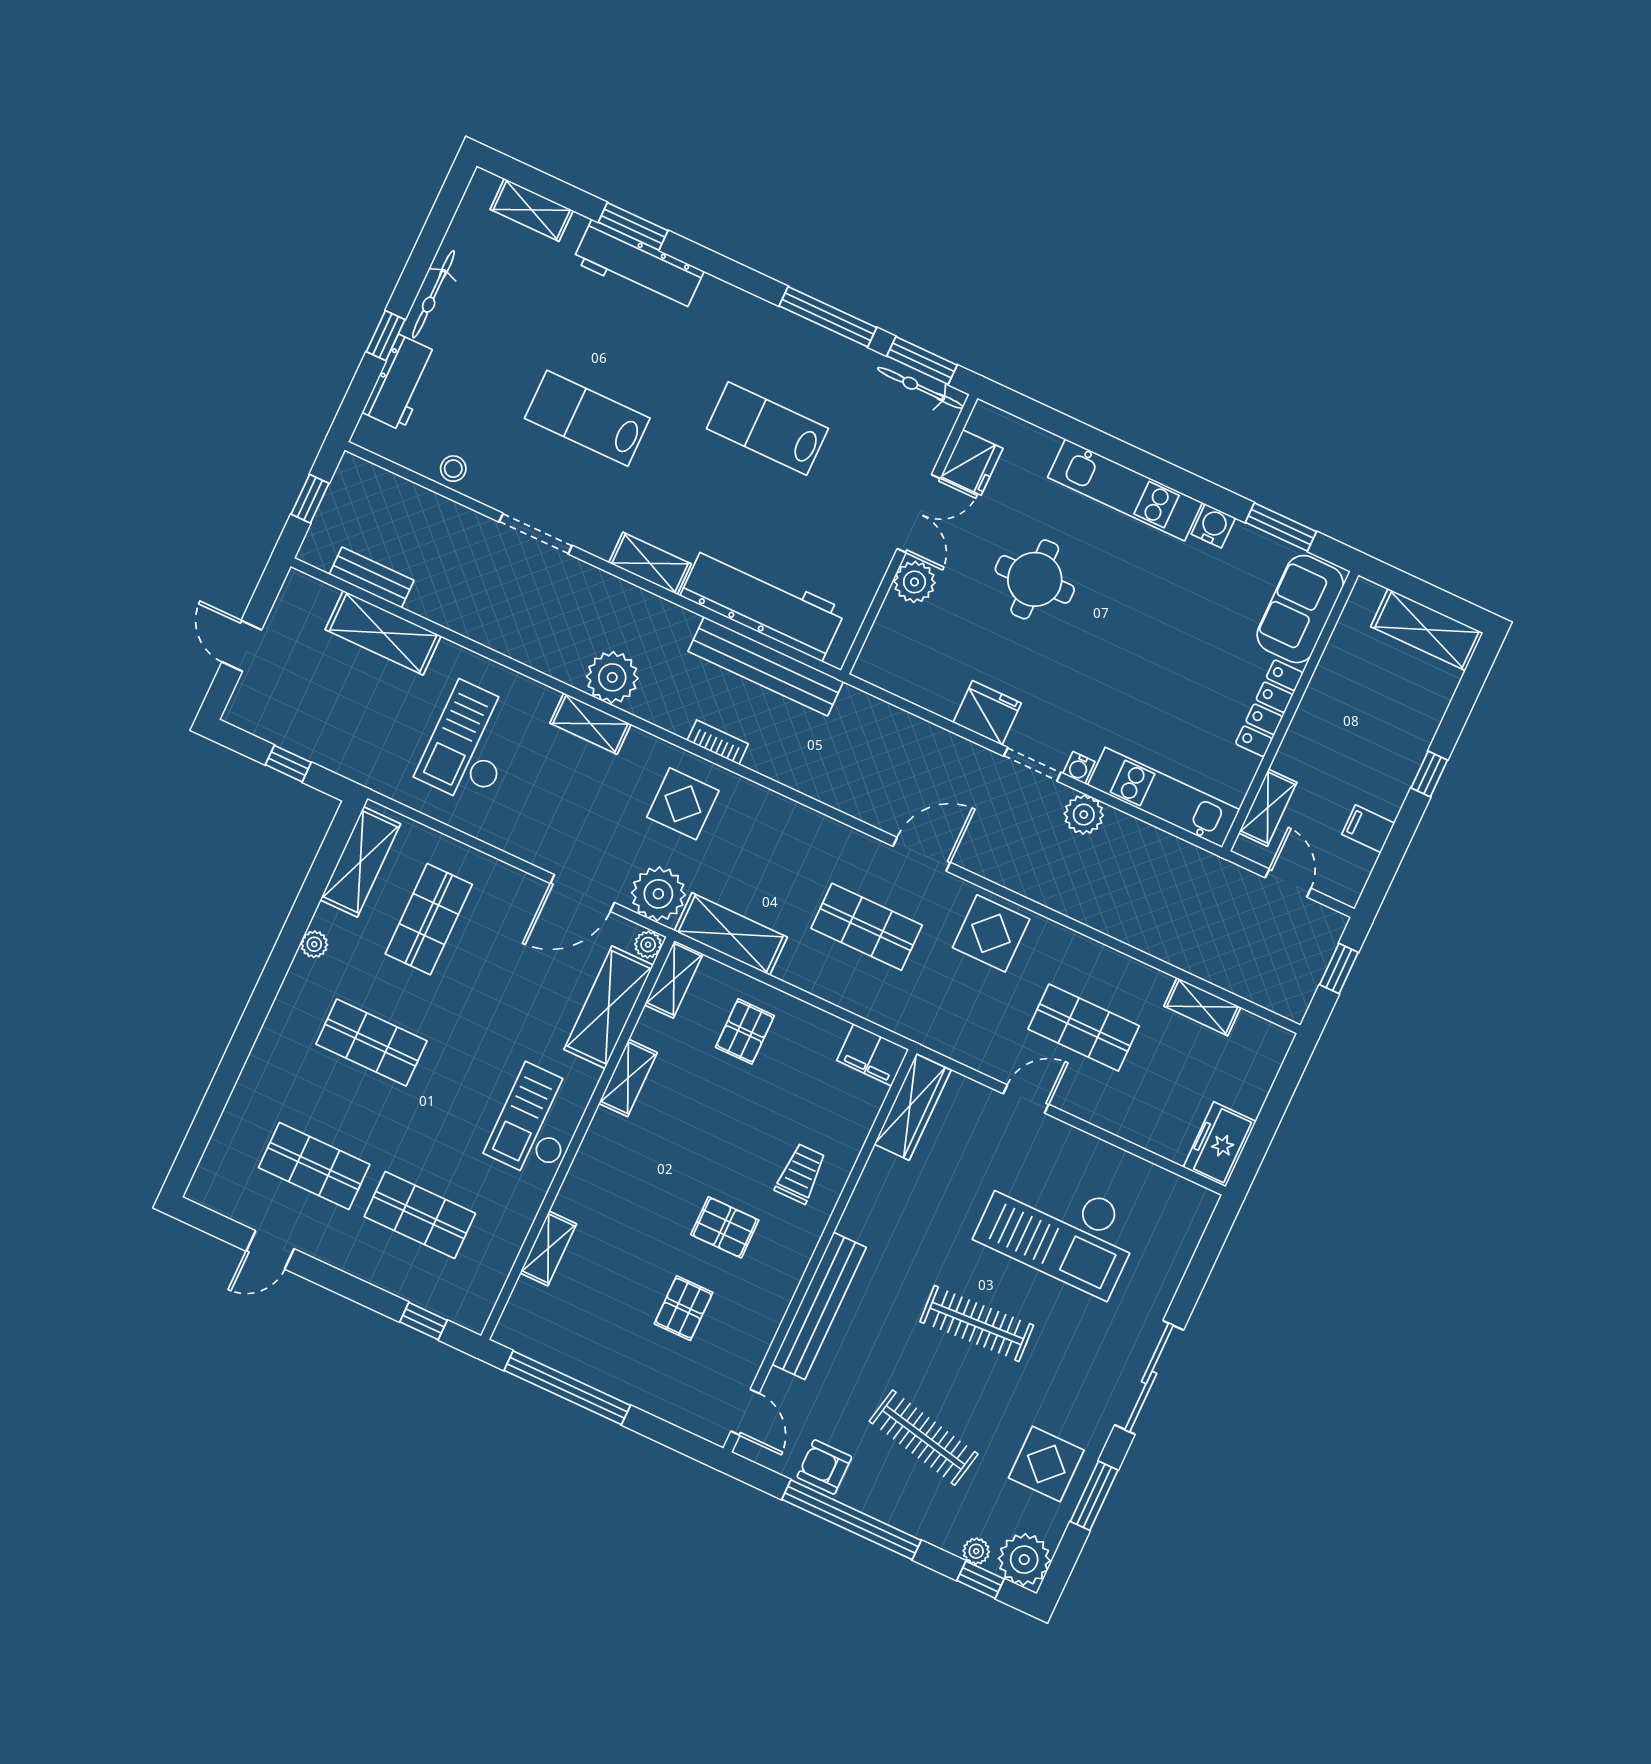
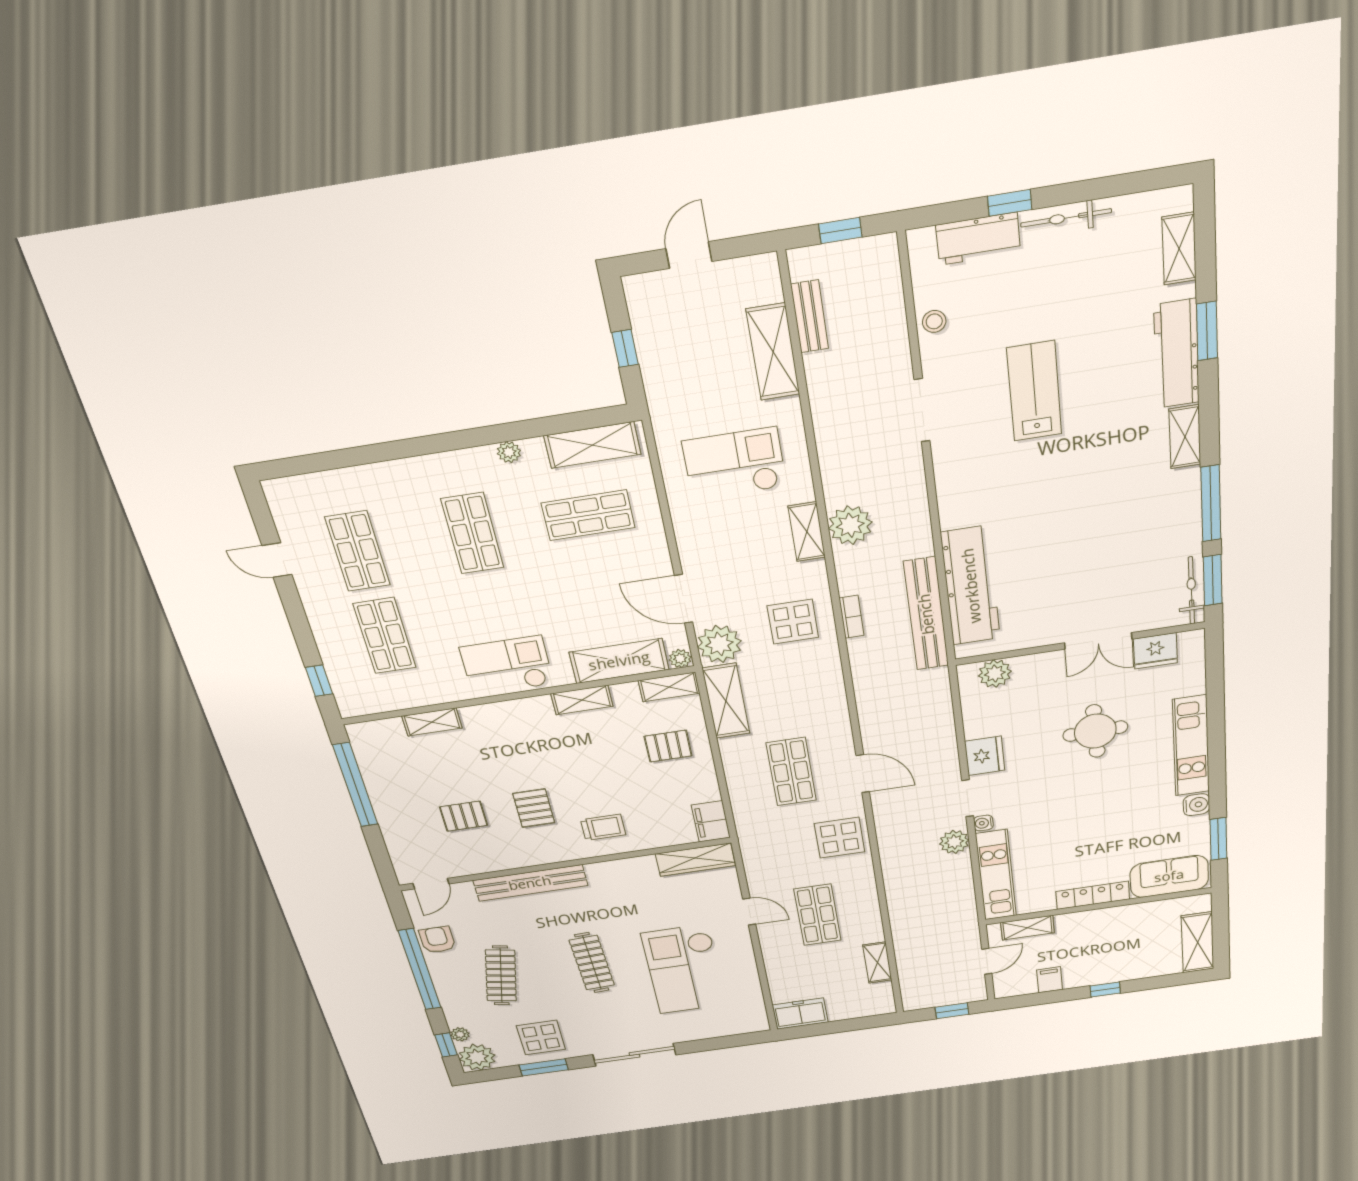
lab bench: (767, 429) -> (1102, 514), removed
shelving: (650, 563) -> (1185, 437), moved
plant: (914, 582) -> (995, 674), moved

